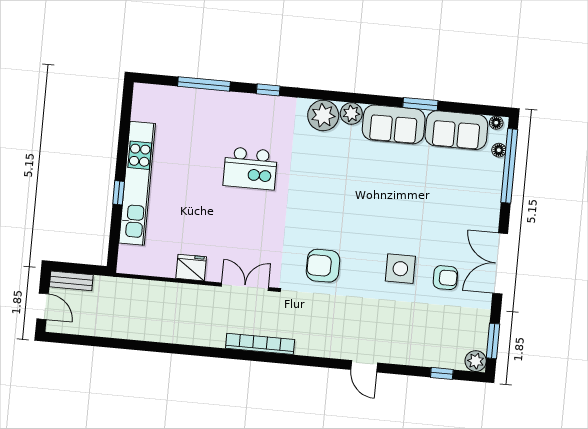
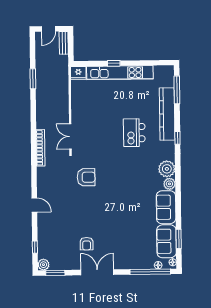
window: (204, 84) -> (177, 90), moved
kitchen counter: (222, 104) -> (167, 114), added
window: (420, 104) -> (179, 239), moved
armchair: (323, 266) -> (86, 177), turned 90
fridge: (191, 268) -> (78, 73), moved, turned 90
side table: (400, 269) -> (89, 219), removed
double door: (245, 287) -> (70, 137), swing flipped
window: (131, 345) -> (33, 79), added
door: (364, 366) -> (34, 205), swing flipped

